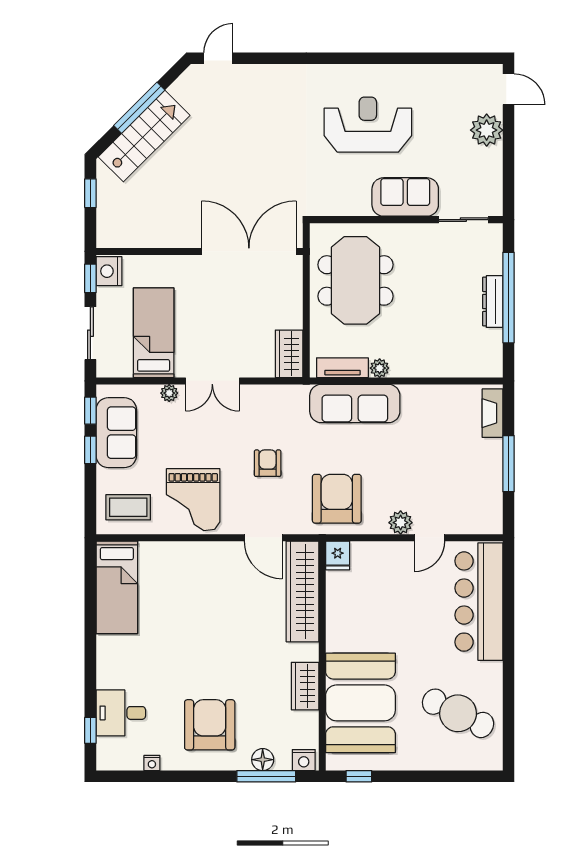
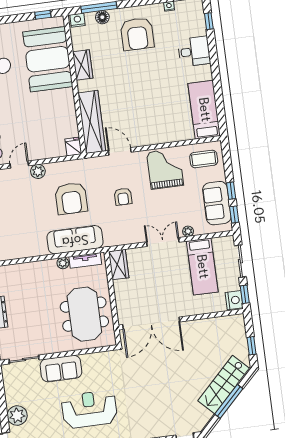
reception desk: (368, 125) -> (89, 409), turned 180
armchair: (337, 499) -> (71, 198), moved
desk: (121, 713) -> (194, 51), moved

